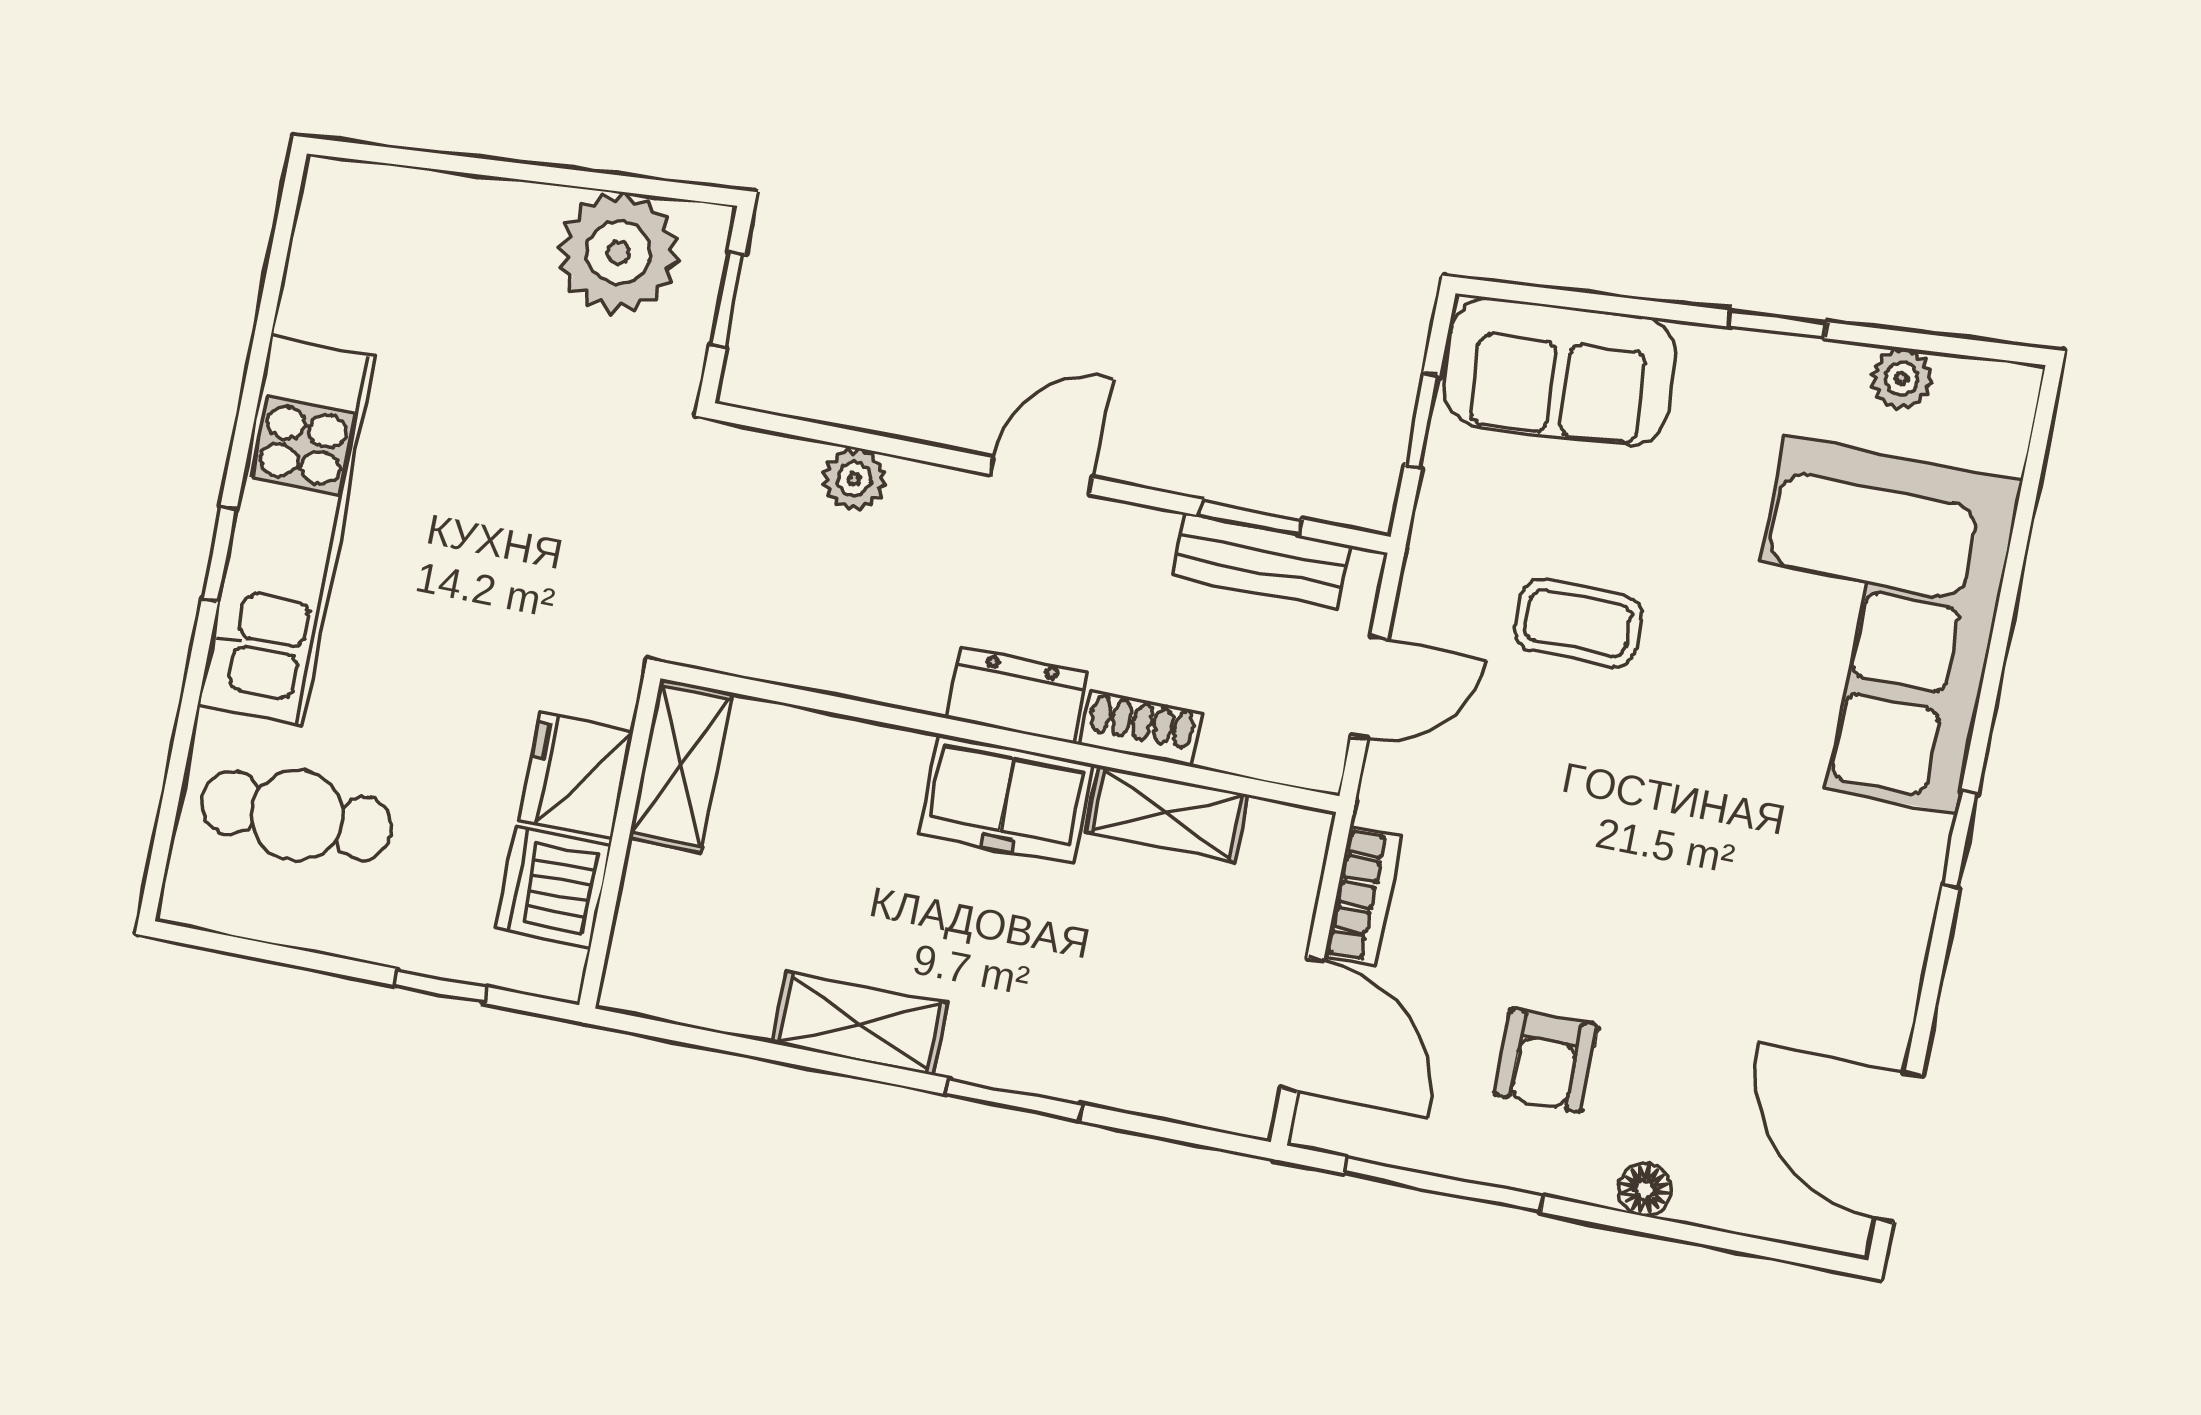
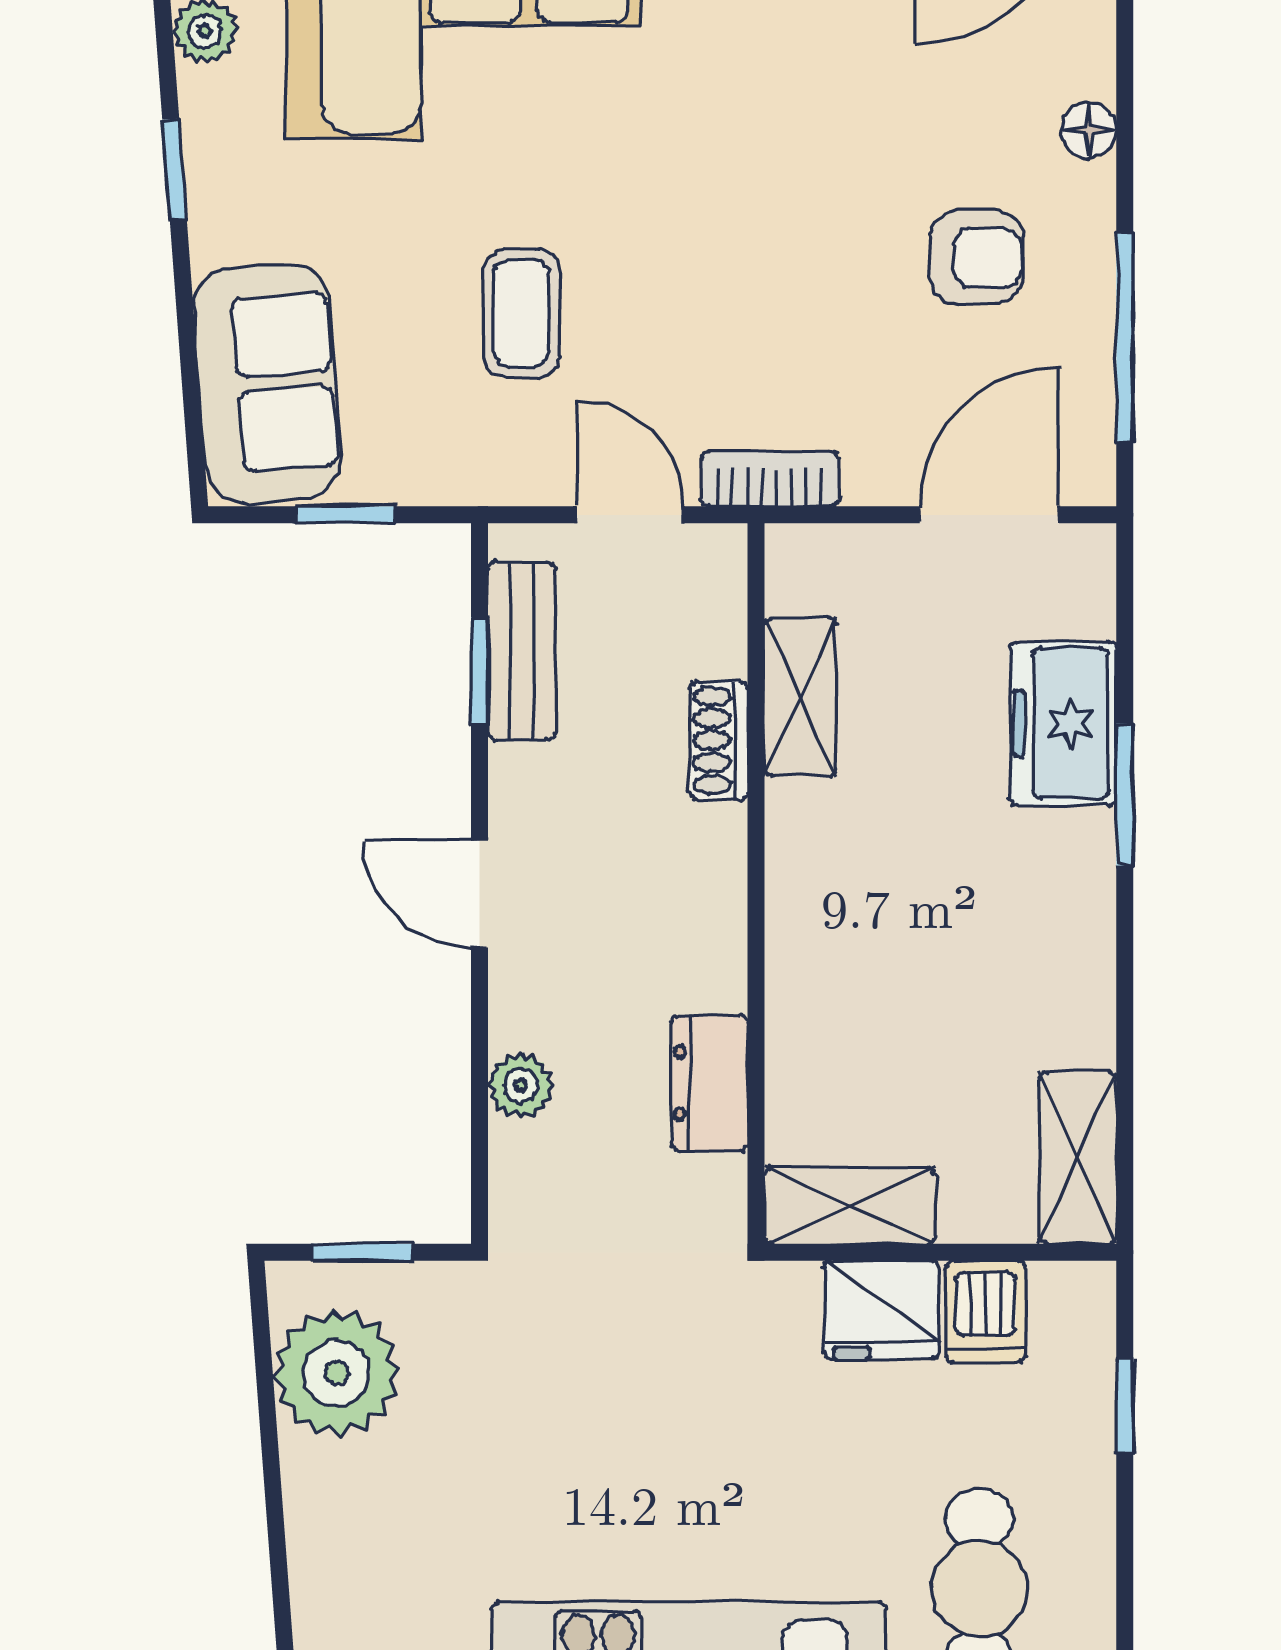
dresser: (1017, 695) -> (710, 1083), moved
freezer: (1006, 799) -> (1063, 723), moved, turned 180
dishwasher: (553, 887) -> (985, 1312), width x0.73
bookcase: (1363, 896) -> (770, 479), moved
shelving: (860, 1023) -> (1078, 1158), moved

